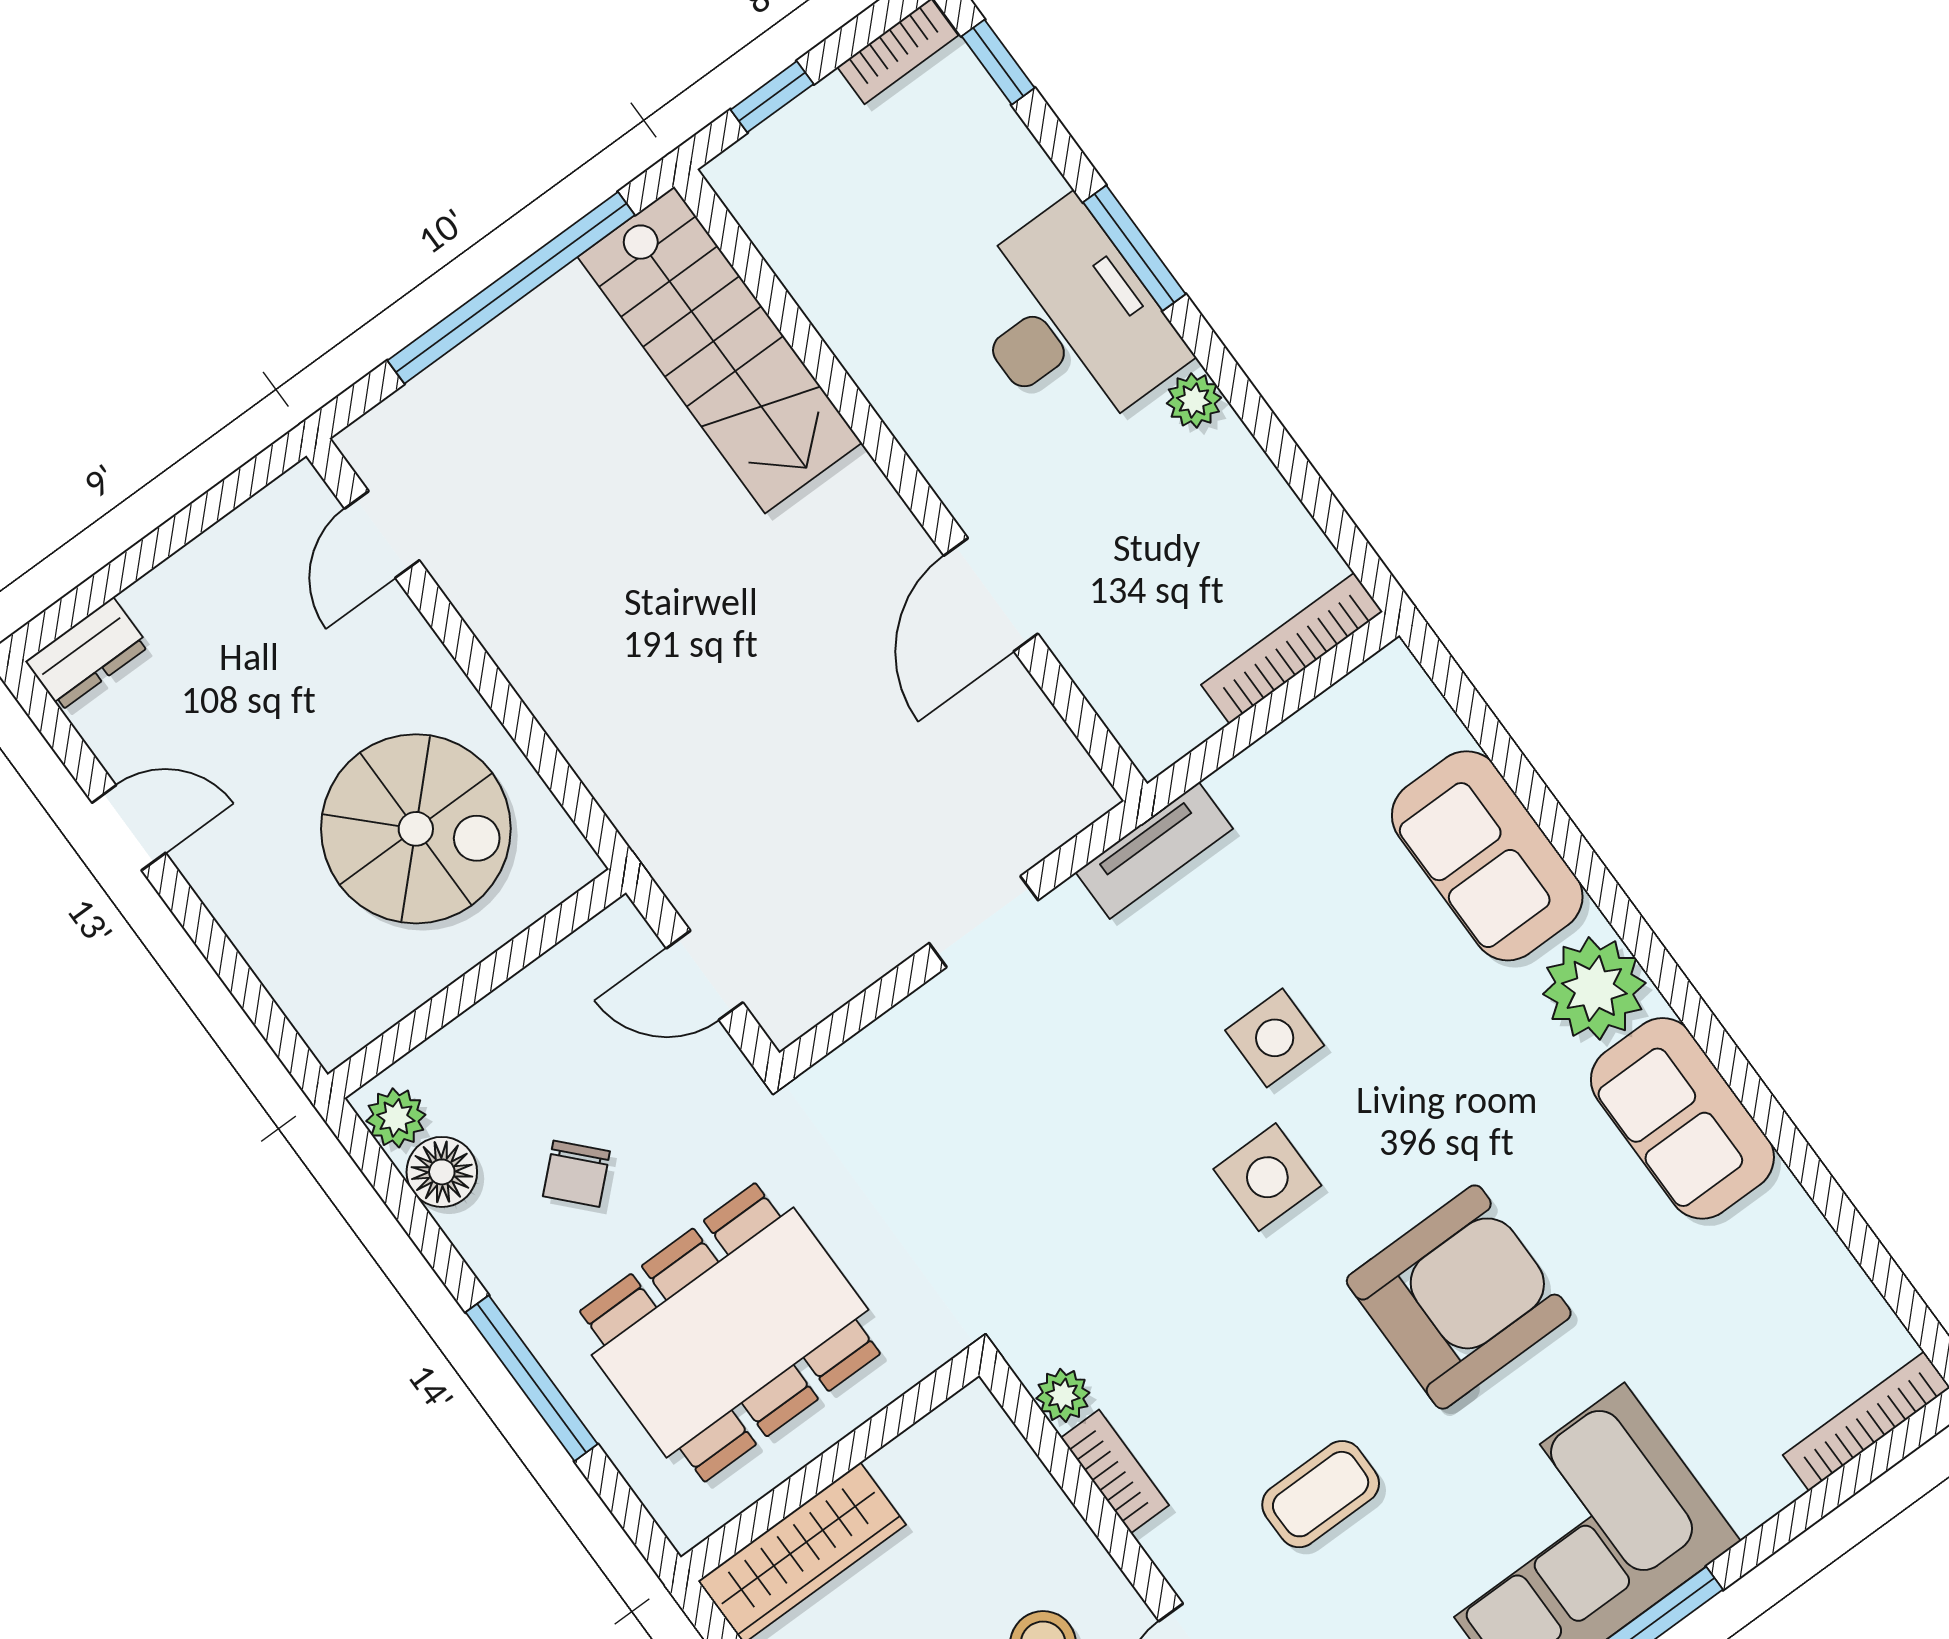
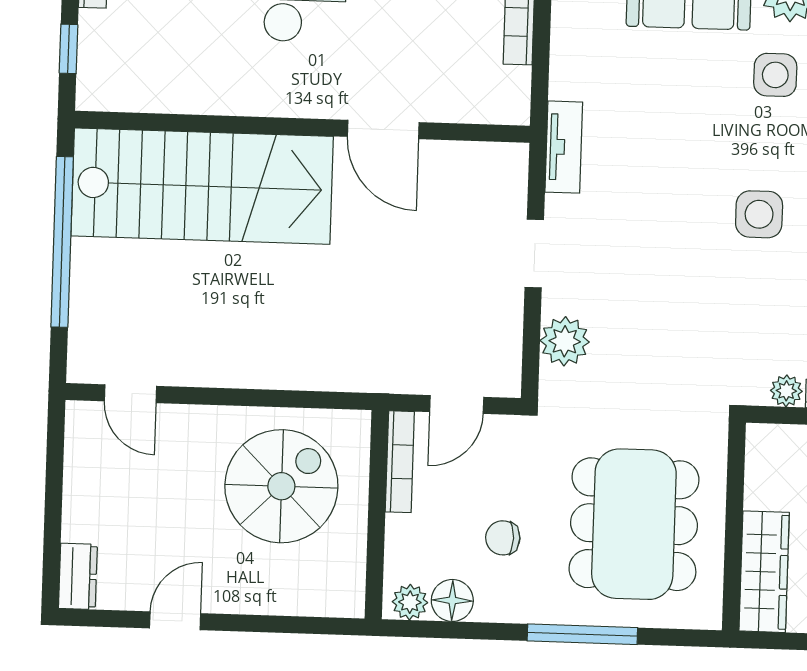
stairs: (720, 350) -> (202, 186), width x1.36, depth x1.51
bookcase: (570, 960) -> (400, 462), added
side table: (1275, 1038) -> (775, 75), moved
plant: (899, 1052) -> (565, 341), added
chair: (576, 1174) -> (503, 538), turned 133

